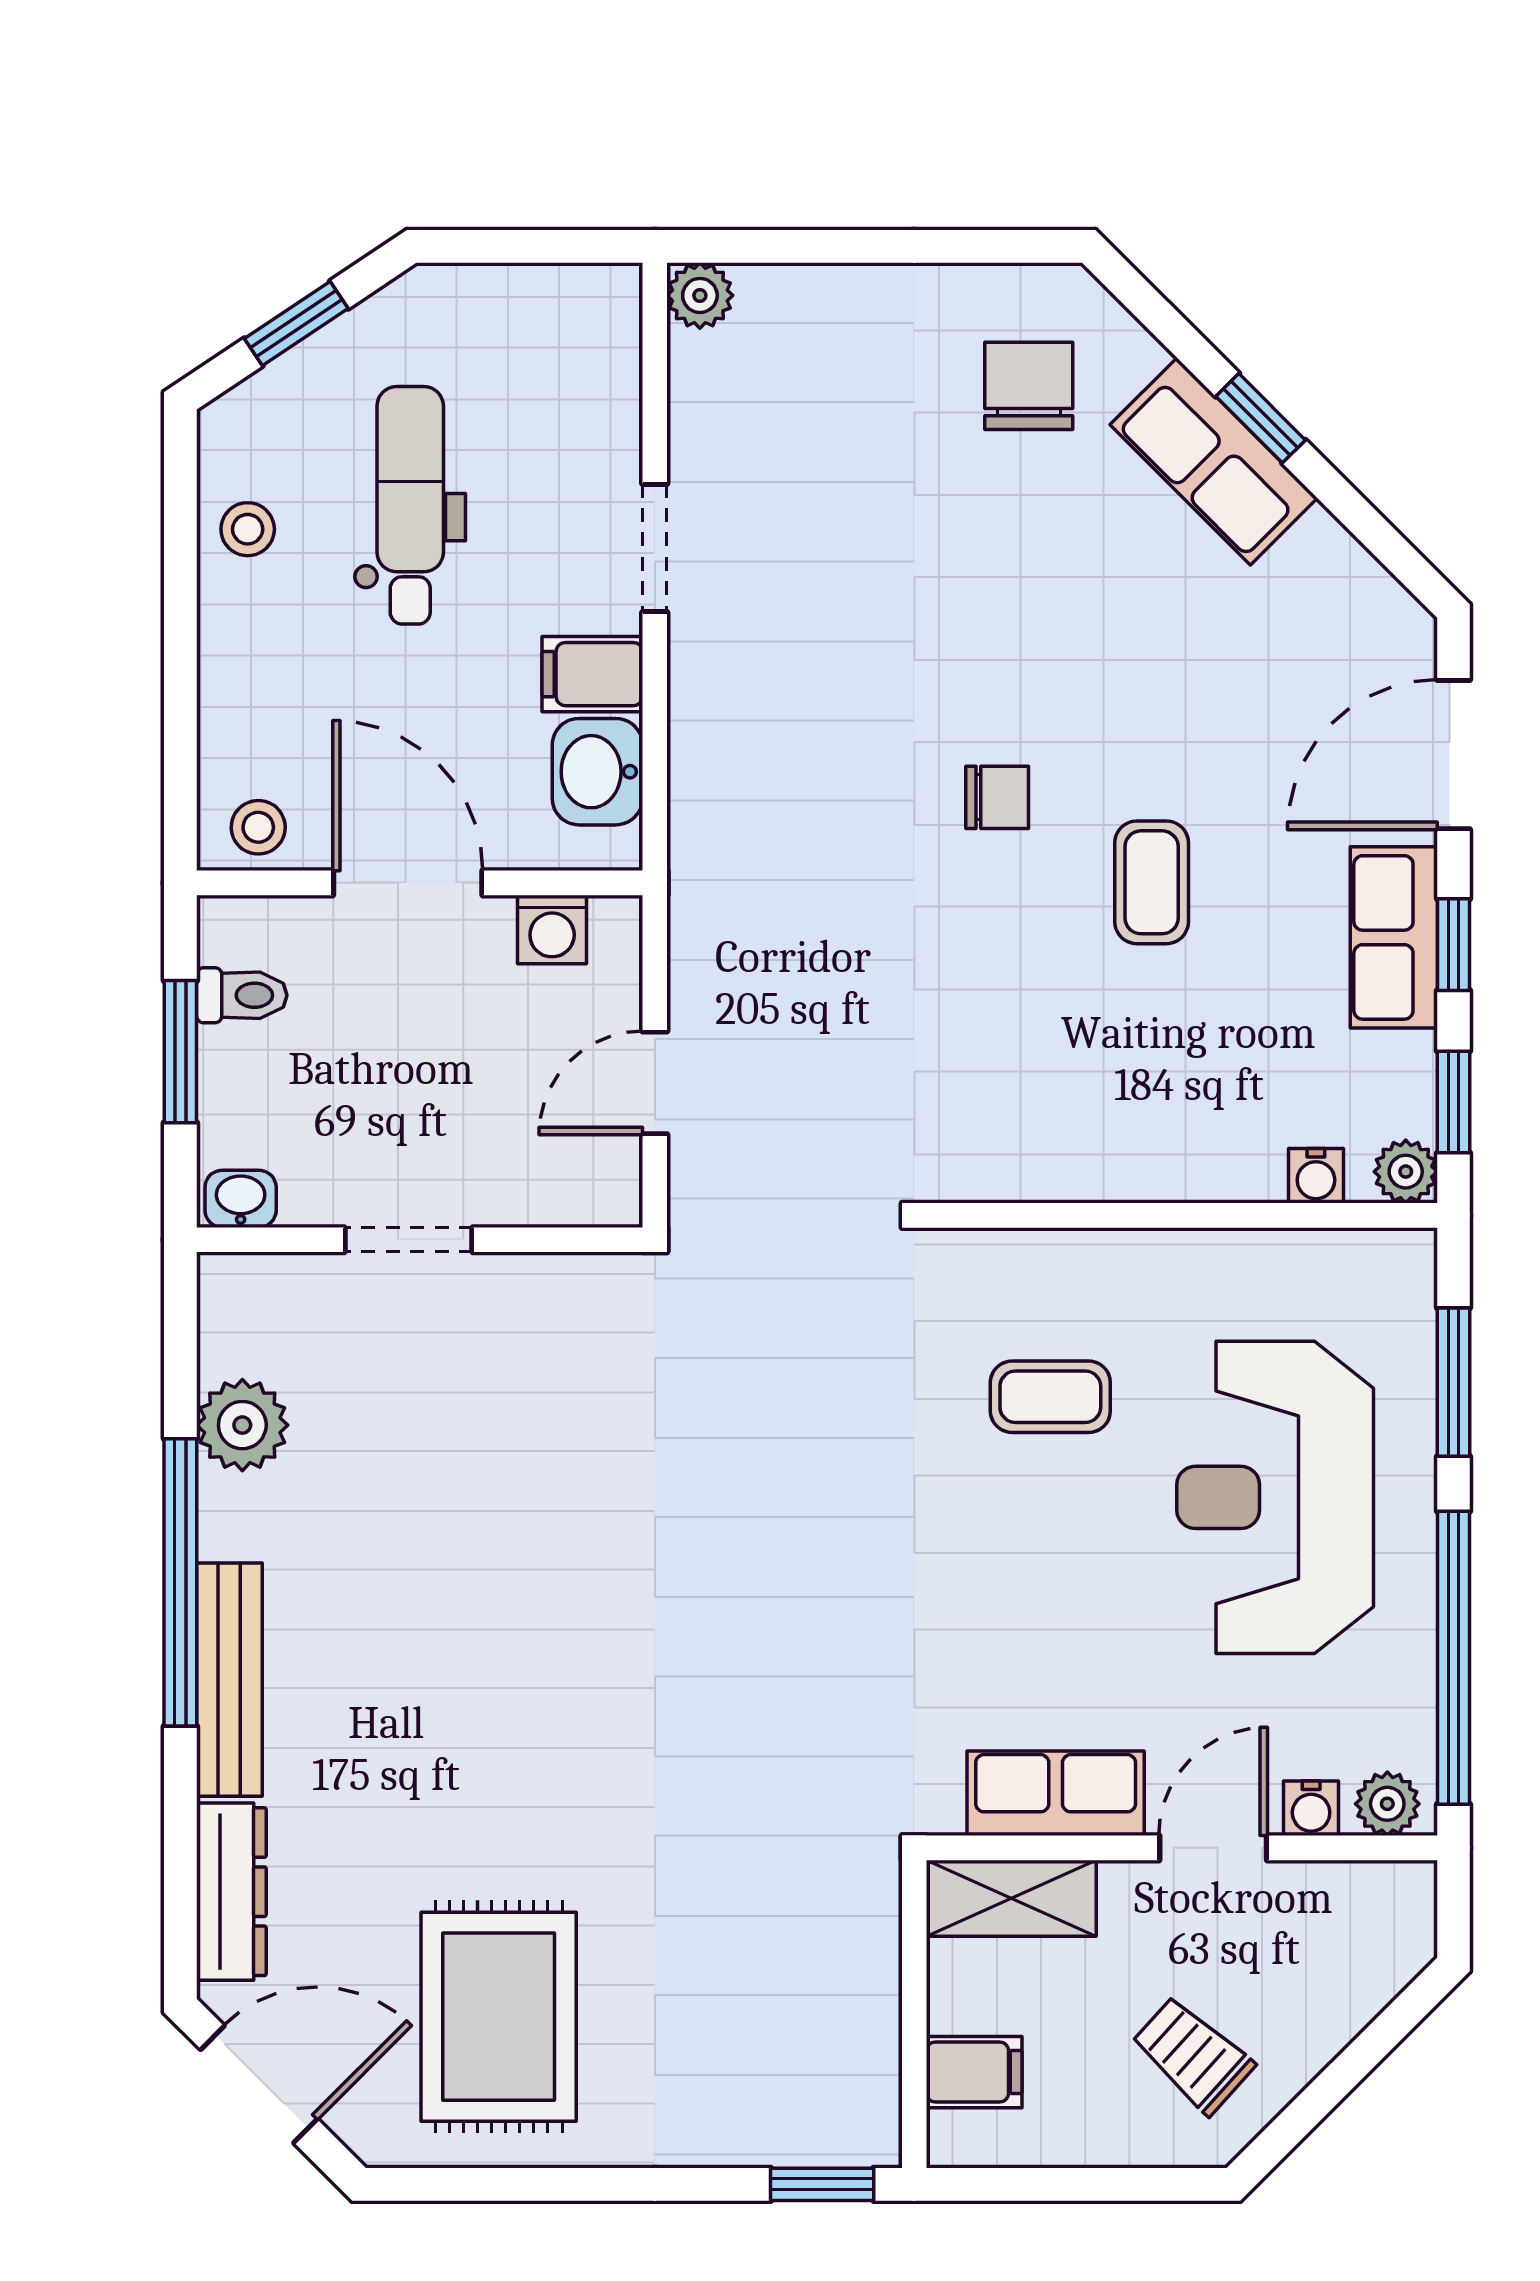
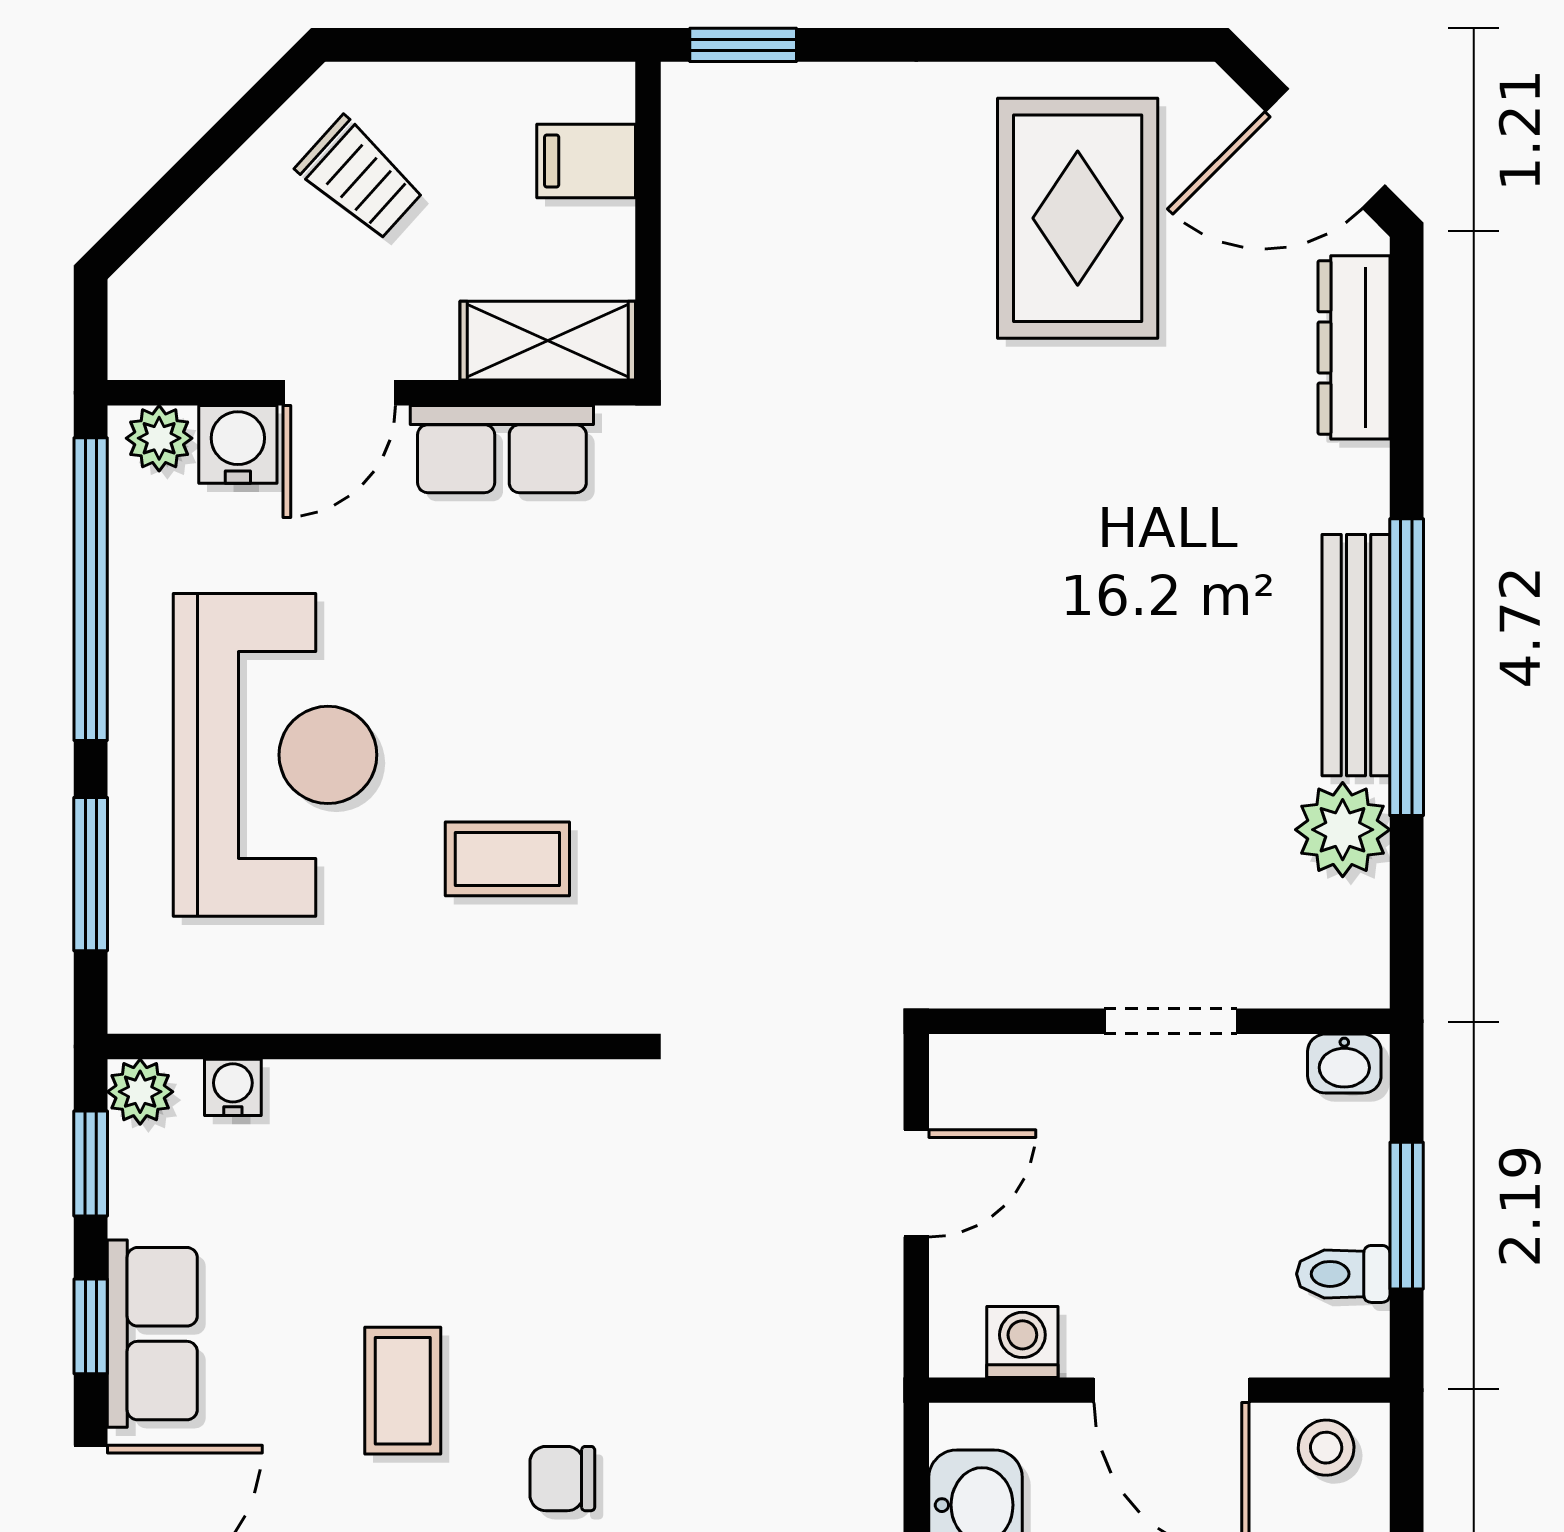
bench: (229, 1680) -> (1356, 655), moved
water cooler: (1311, 1808) -> (238, 444), width x1.38, depth x1.38

